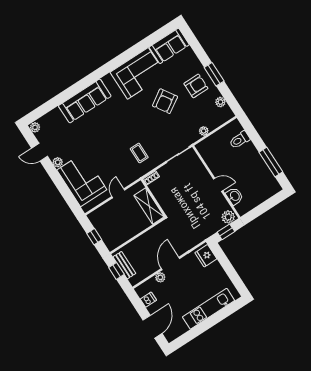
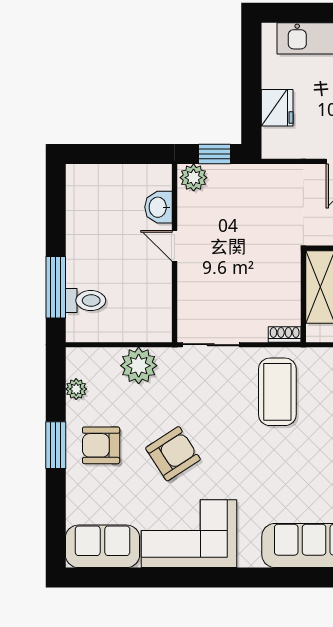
plant: (204, 131) -> (139, 366), width x1.87, depth x1.87
coffee table: (139, 153) -> (277, 392), width x1.86, depth x1.72
window: (271, 162) -> (56, 287), moved
fridge: (206, 256) -> (277, 108), moved

